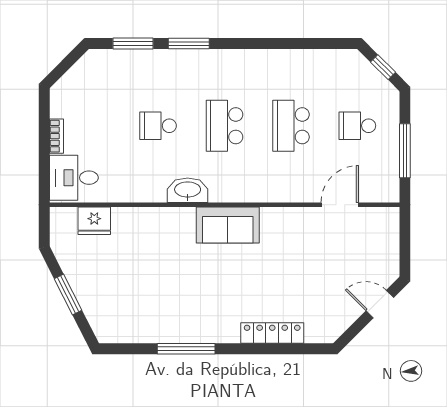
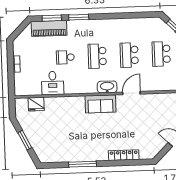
piano: (126, 65) -> (49, 28), added
school desk: (357, 126) -> (161, 54), width x1.85
desk: (74, 178) -> (53, 83), moved, turned -90
washbasin: (188, 190) -> (107, 87), moved
door: (340, 205) -> (131, 93), moved

